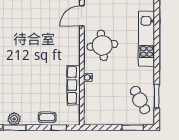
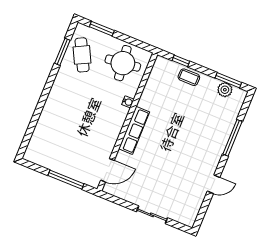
kitchen unit: (147, 39) -> (48, 118), removed
round table: (102, 45) -> (123, 63), moved
row of seats: (74, 85) -> (134, 130), moved

